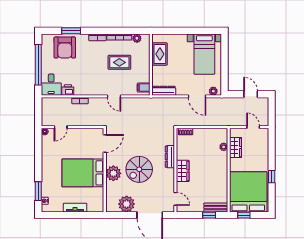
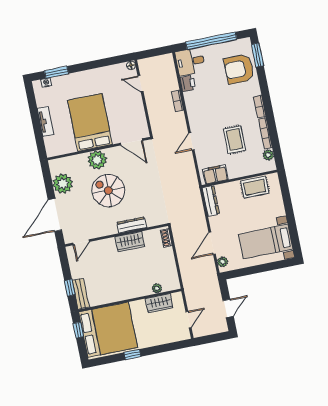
window: (71, 31) -> (257, 55), moved
filing cabinet: (144, 88) -> (215, 174), width x2.00
wardrobe: (183, 171) -> (130, 242), moved

